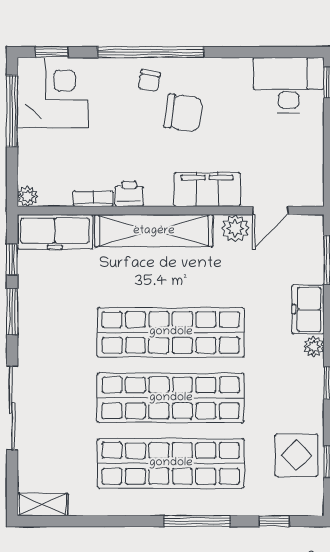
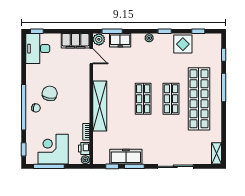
corner desk: (53, 93) -> (53, 149), moved
filing cabinet: (207, 189) -> (75, 41), moved, turned -90
printer: (129, 194) -> (84, 149), moved
plant: (235, 228) -> (99, 39), moved
freezer: (55, 232) -> (126, 157), moved, turned -90
freezer: (308, 309) -> (120, 40), moved
shop shelf: (171, 332) -> (143, 99), width x0.50, depth x0.74
shop shelf: (171, 398) -> (171, 99), width x0.50, depth x0.74
display table: (296, 455) -> (183, 44), moved

